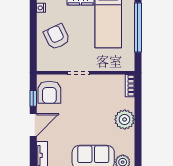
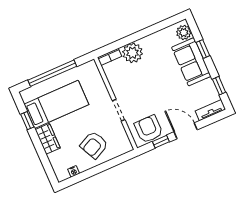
armchair: (49, 92) -> (149, 129), turned -90
plant: (125, 119) -> (133, 53), moved

